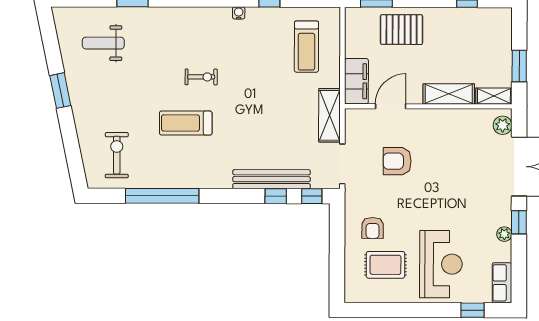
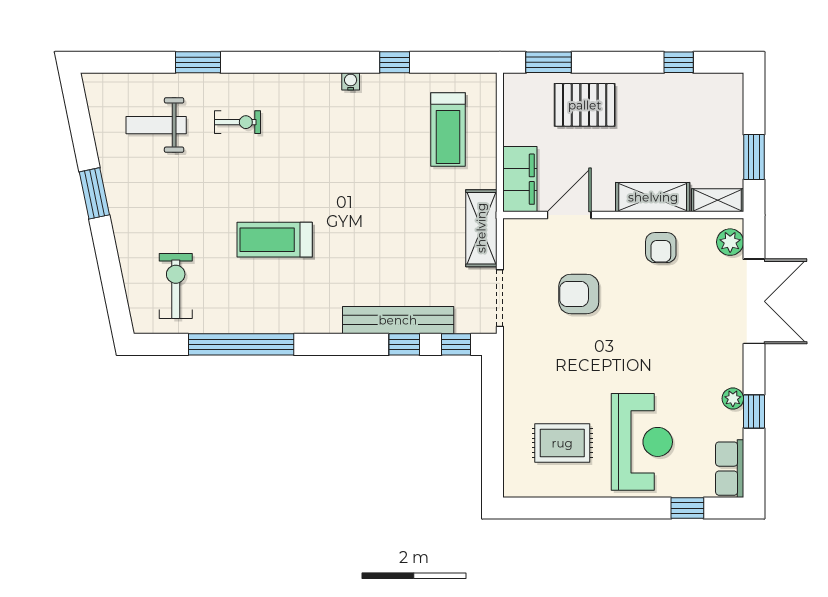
exercise bike: (201, 77) -> (238, 122), moved
window: (519, 222) -> (754, 411), moved
armchair: (373, 228) -> (661, 248), moved

